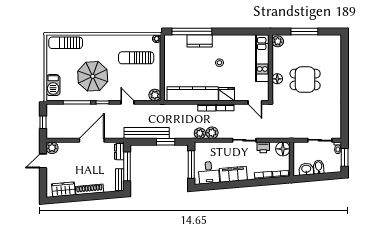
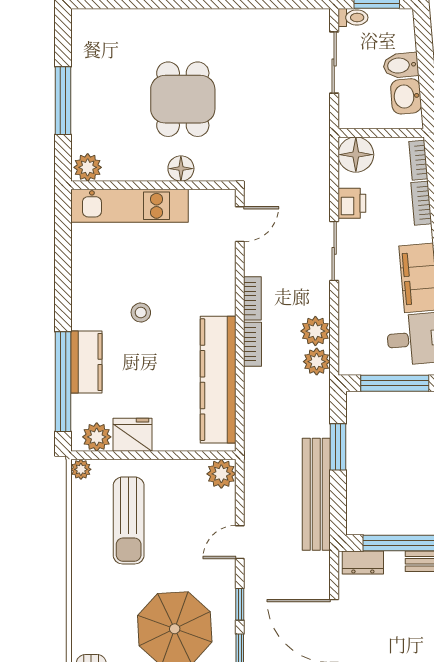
plant: (170, 45) -> (97, 437), added
fridge: (227, 94) -> (132, 435), moved, turned 90

